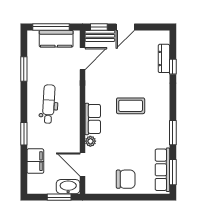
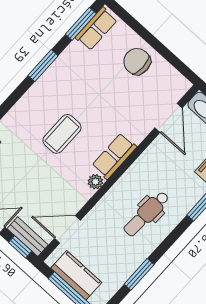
coffee table: (131, 106) -> (62, 134), turned 90
plant: (90, 141) -> (95, 182), moved
row of seats: (162, 170) -> (96, 29), width x0.68

